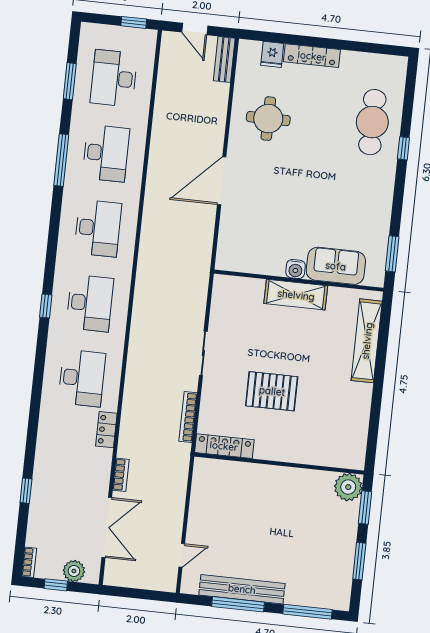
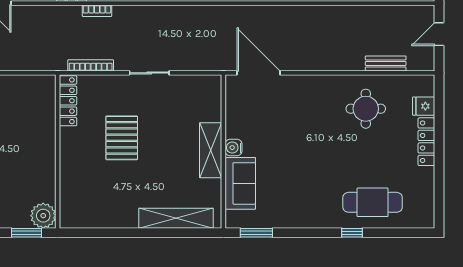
bench: (224, 60) -> (386, 63), moved
door: (222, 181) -> (259, 73), moved
bookcase: (121, 475) -> (97, 11), moved

